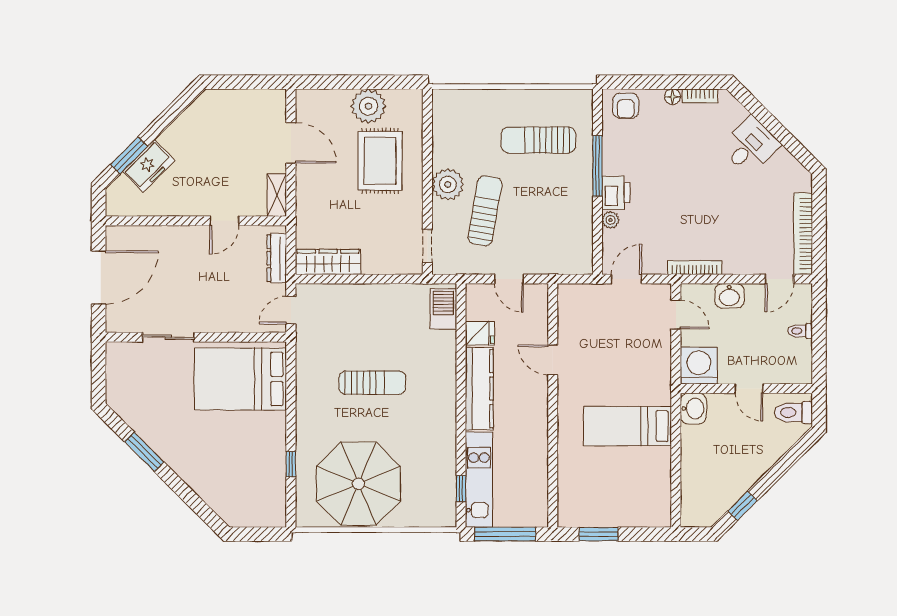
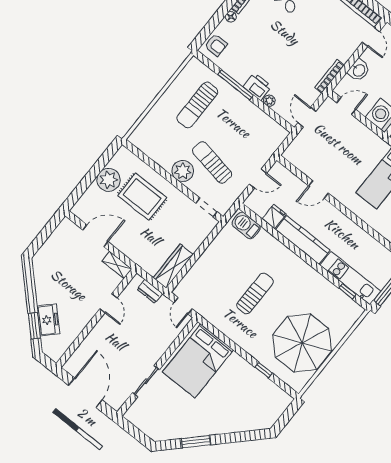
dresser: (277, 258) -> (150, 291), width x0.70

